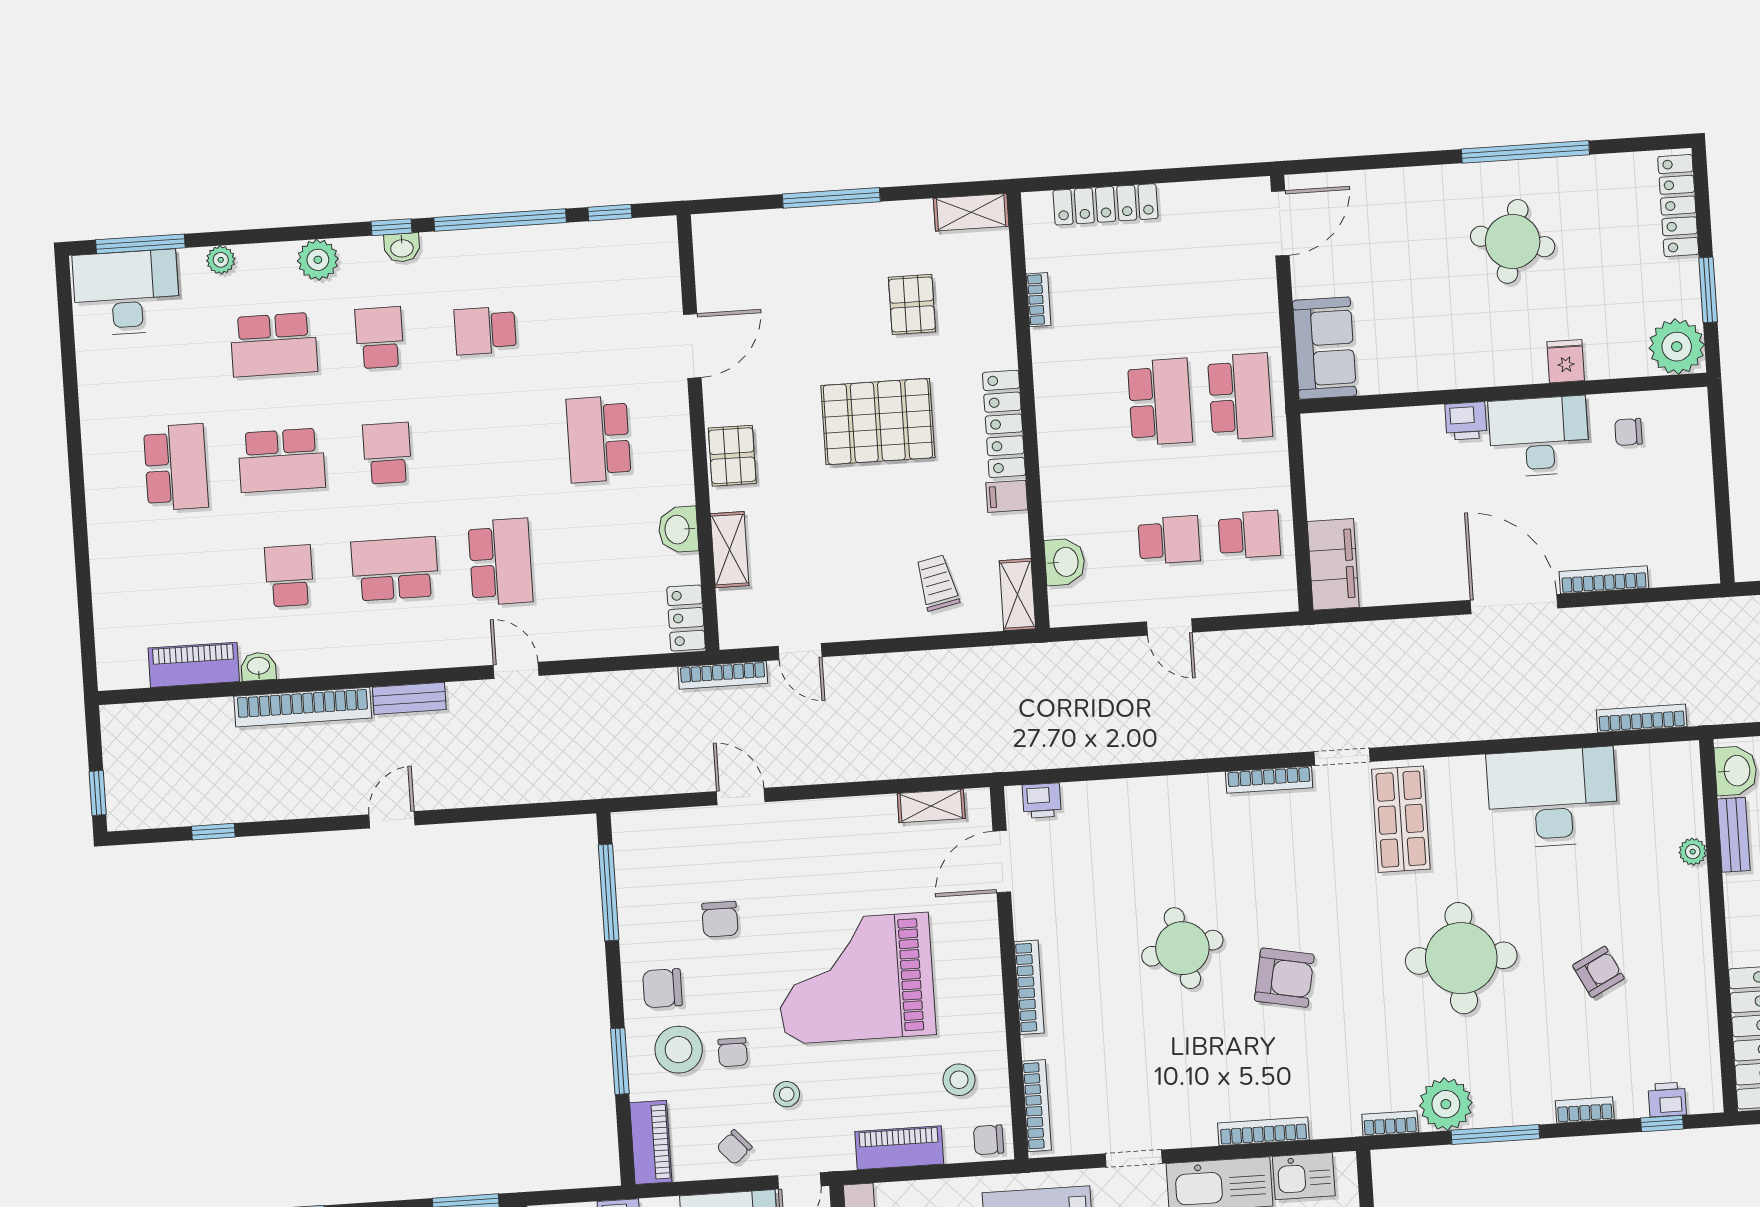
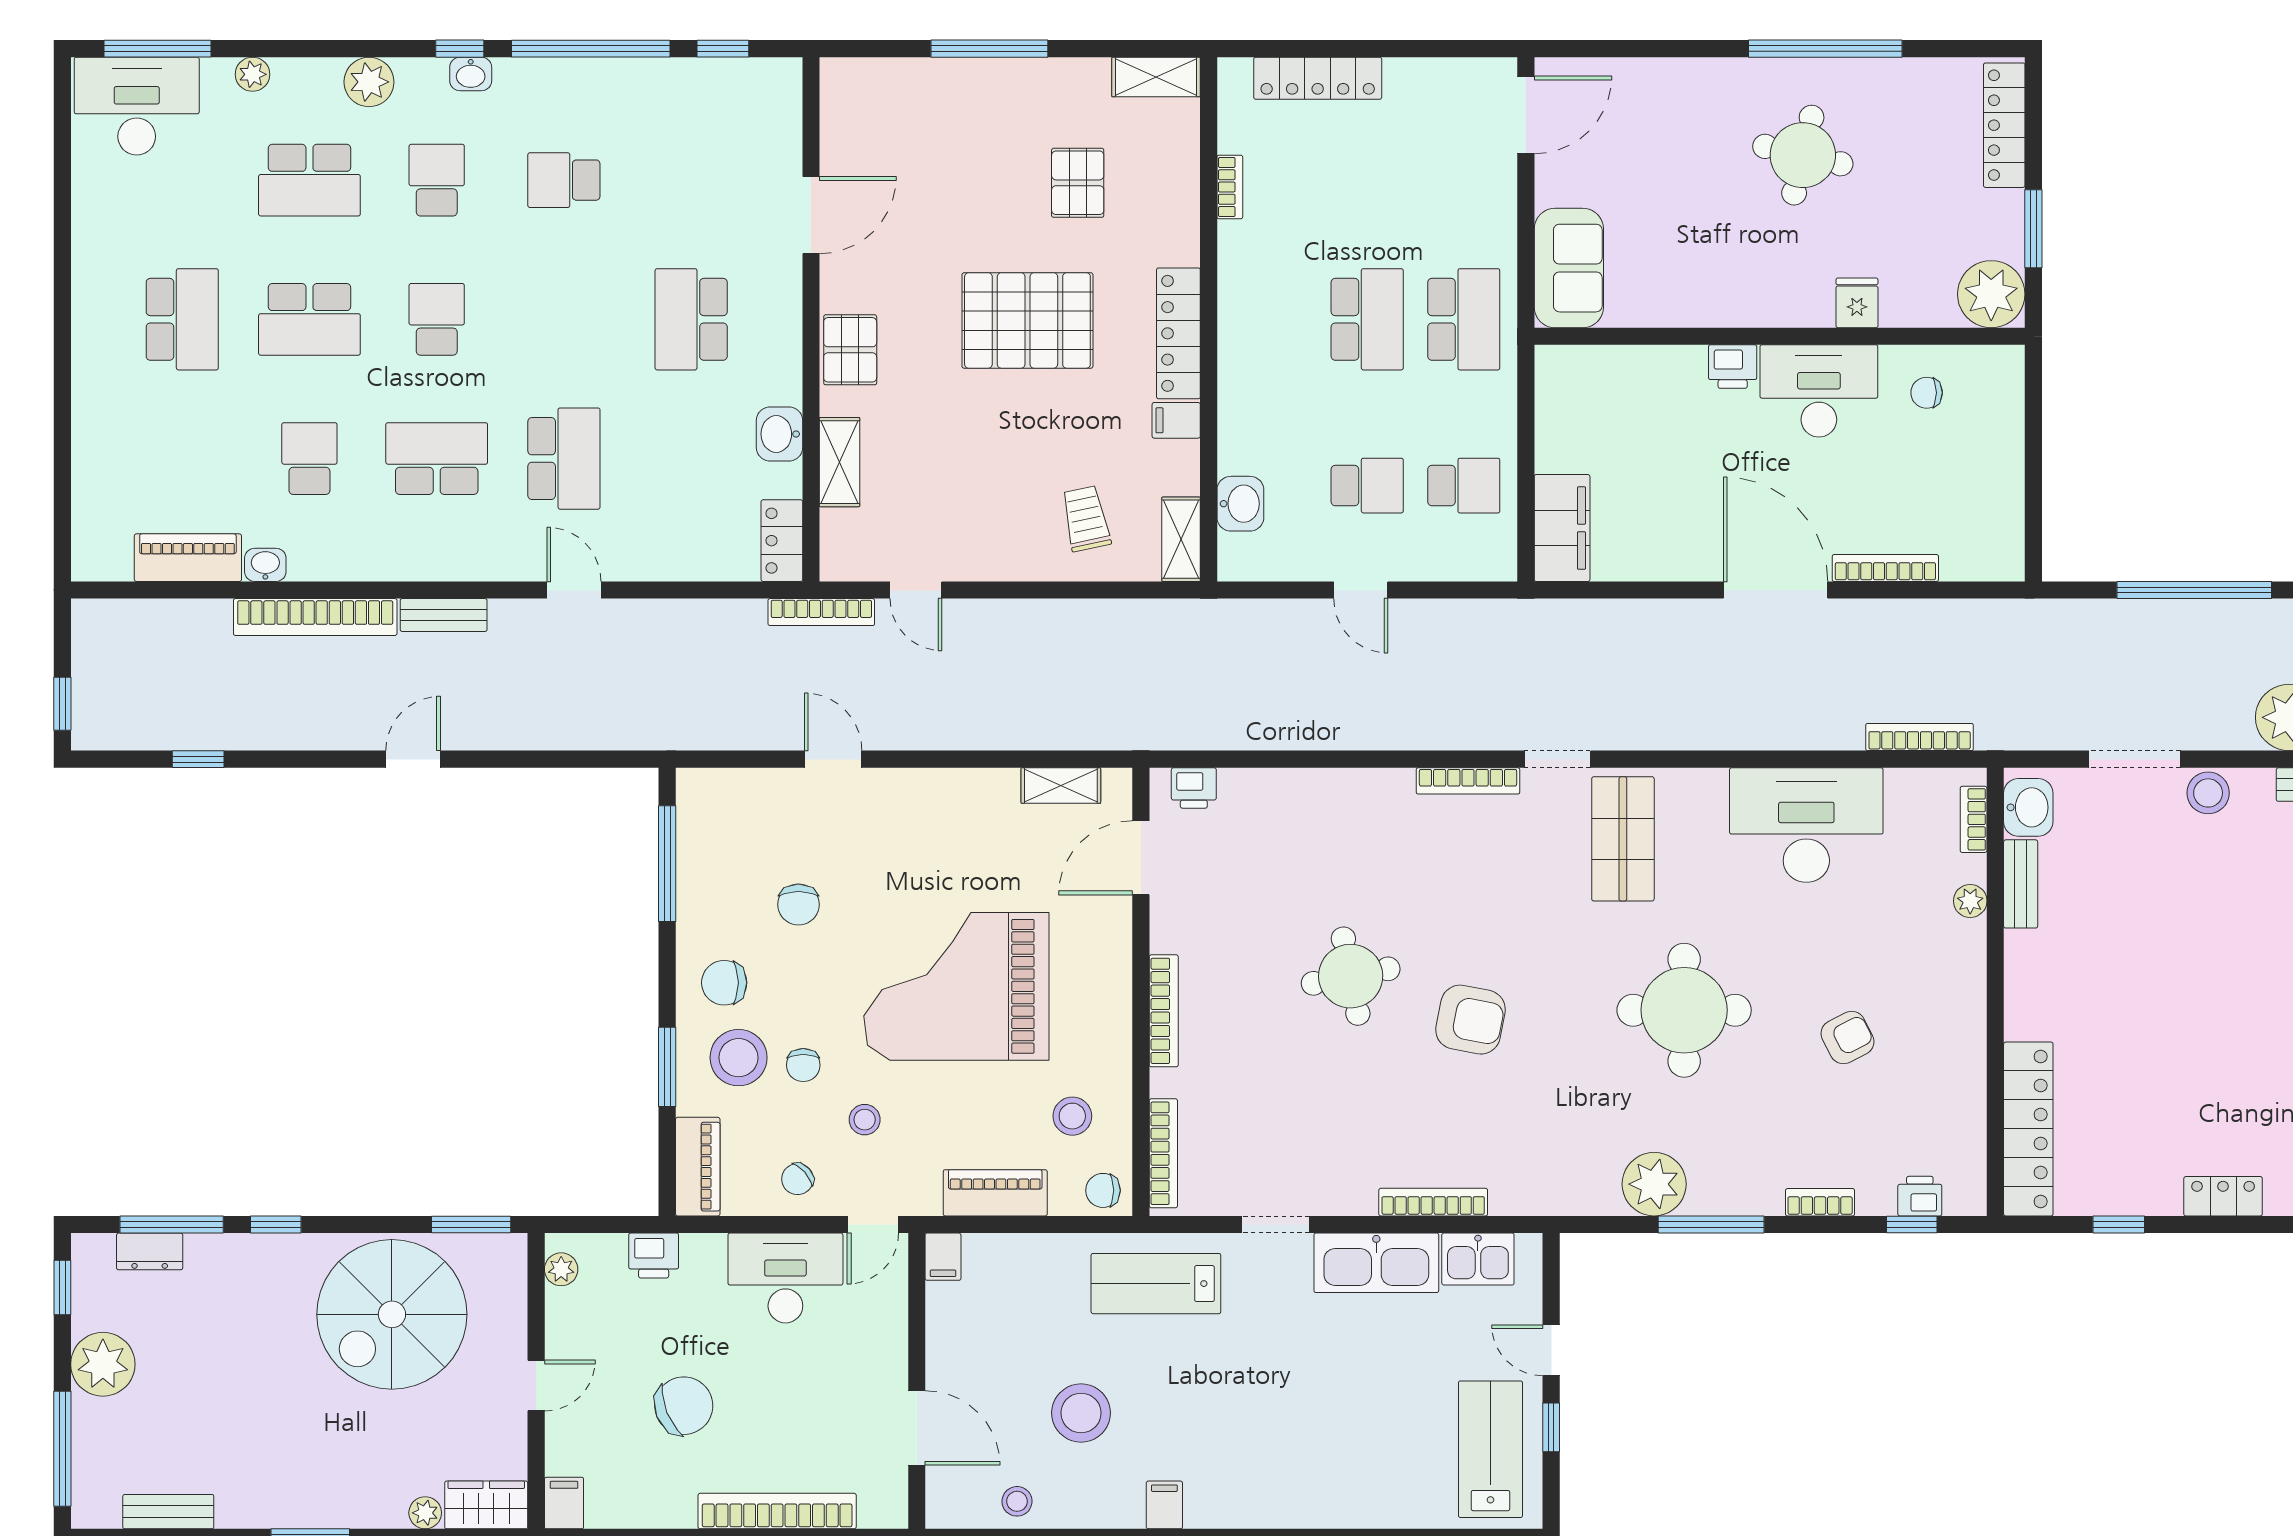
bookcase: (1390, 1123) -> (1974, 819), moved, turned -90

